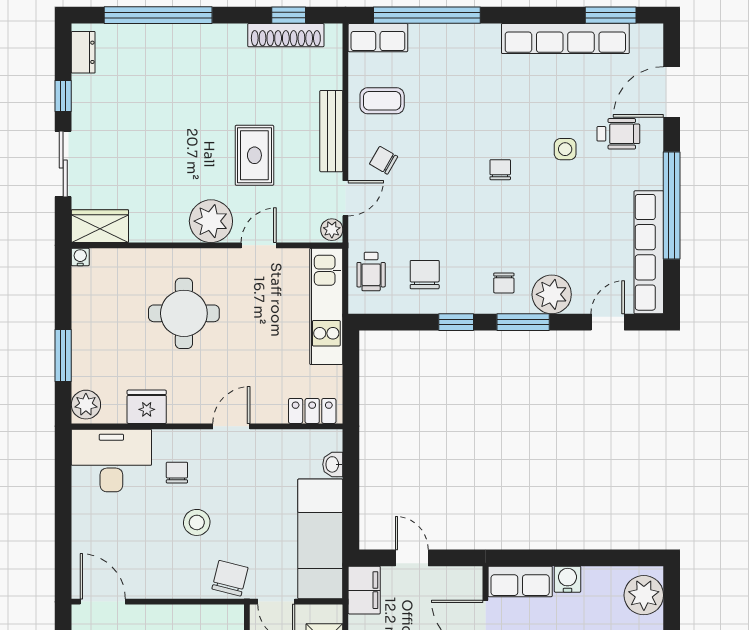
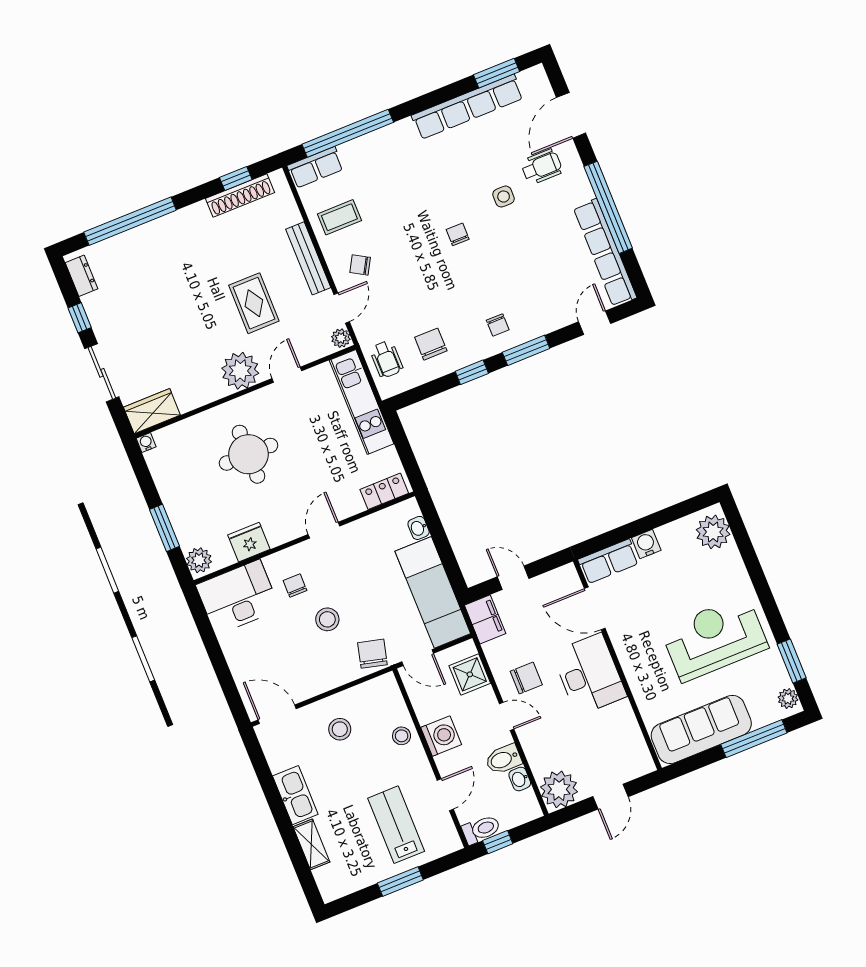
plant: (552, 294) -> (540, 319), removed

